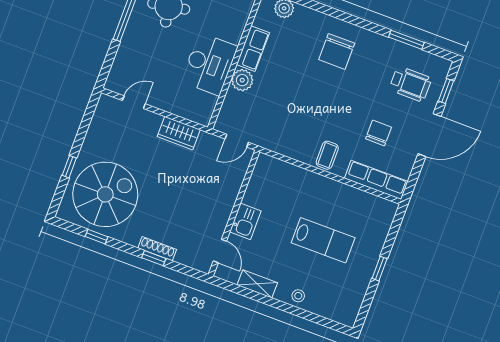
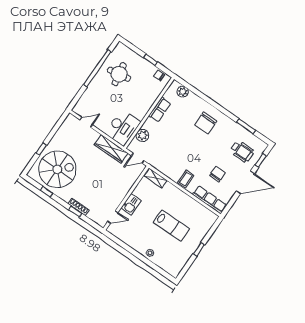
desk: (209, 64) -> (123, 128), moved
plant: (242, 80) -> (142, 135), moved
wardrobe: (179, 133) -> (111, 149), width x1.50
door: (220, 251) -> (113, 217), hinge flipped
shelving: (257, 284) -> (156, 178), moved

